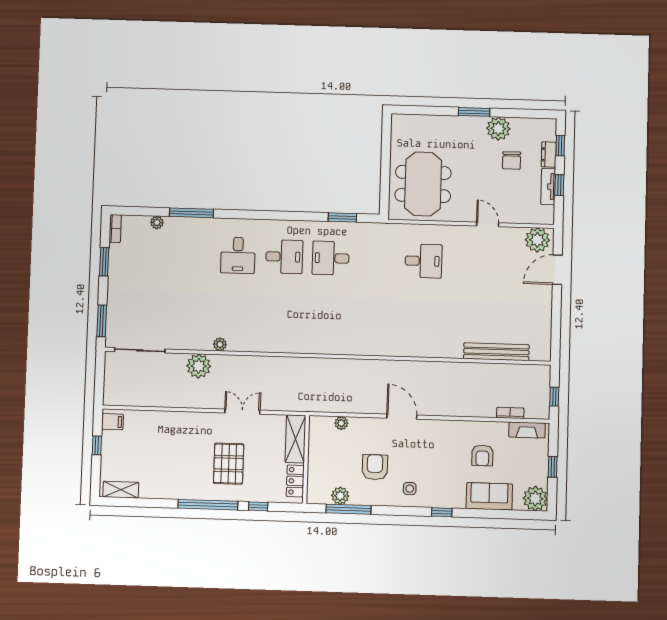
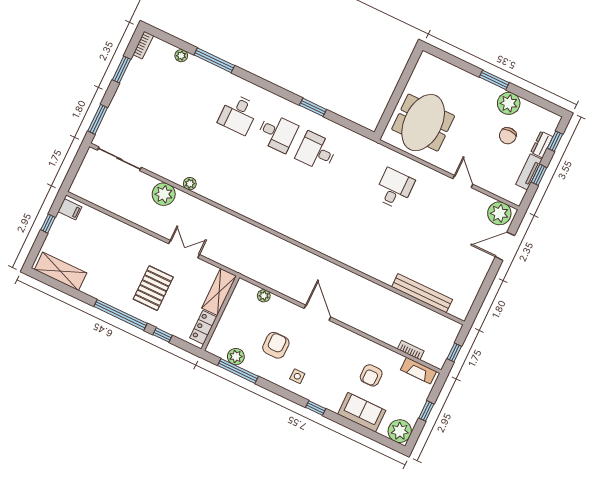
window: (342, 217) -> (313, 107), moved
desk: (423, 261) -> (394, 189), turned -90
shelving: (121, 490) -> (61, 271), width x1.50, depth x1.33

